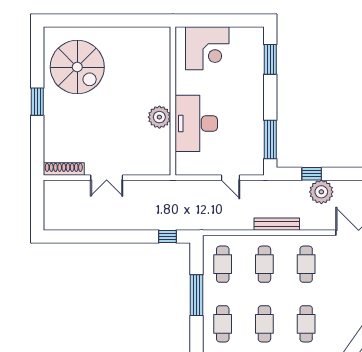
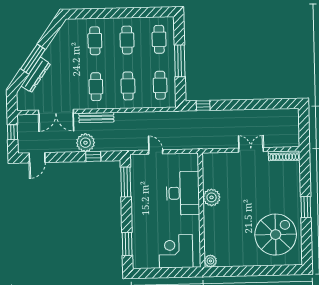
plant: (163, 35) -> (210, 261), added
spiral stairs: (77, 67) -> (276, 235), turned 90
bench: (277, 224) -> (96, 118), moved

